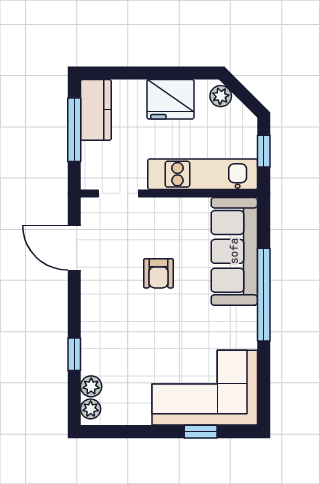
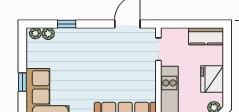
window: (74, 130) -> (195, 24), removed
armchair: (158, 273) -> (113, 72), removed
window: (201, 432) -> (22, 82), moved

